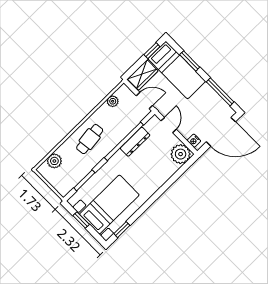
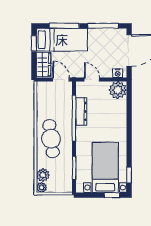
window: (190, 61) -> (64, 26), width x1.44
plant: (113, 101) -> (41, 188), moved
door: (144, 101) -> (61, 80), hinge flipped
cafe table: (90, 139) -> (51, 139), width x1.37, depth x1.35
window: (81, 220) -> (112, 195), moved

